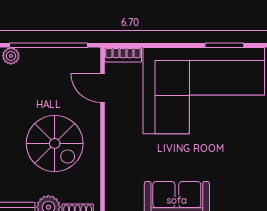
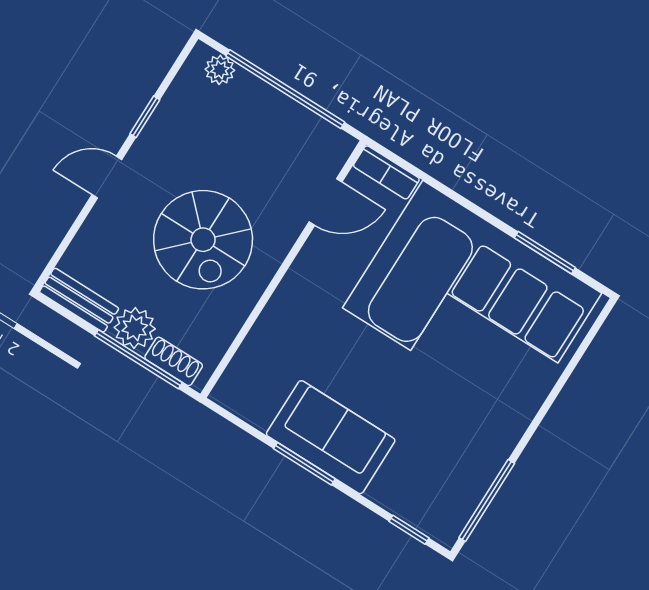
door: (103, 88) -> (326, 202), swing flipped

